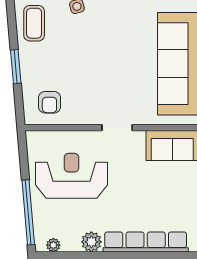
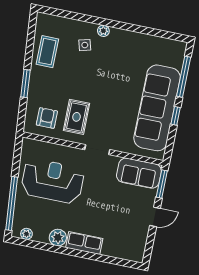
rug: (84, 94) -> (76, 117), added
armchair: (49, 102) -> (47, 118), turned 180
row of seats: (146, 242) -> (84, 243), width x0.50

